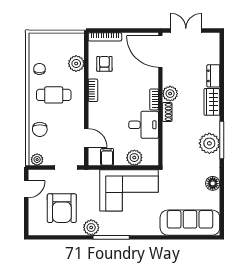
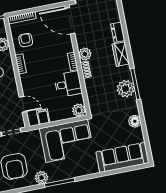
plant: (134, 158) -> (79, 110), moved

